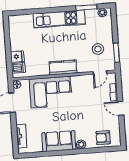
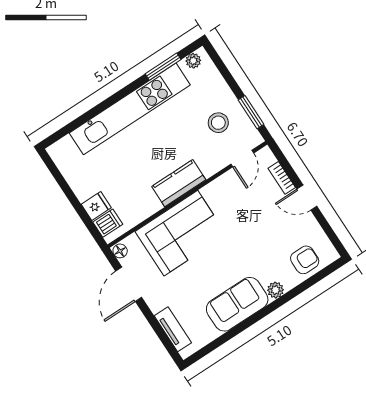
kitchen unit: (59, 19) -> (130, 109), width x1.36
armchair: (103, 138) -> (305, 260), turned 180

